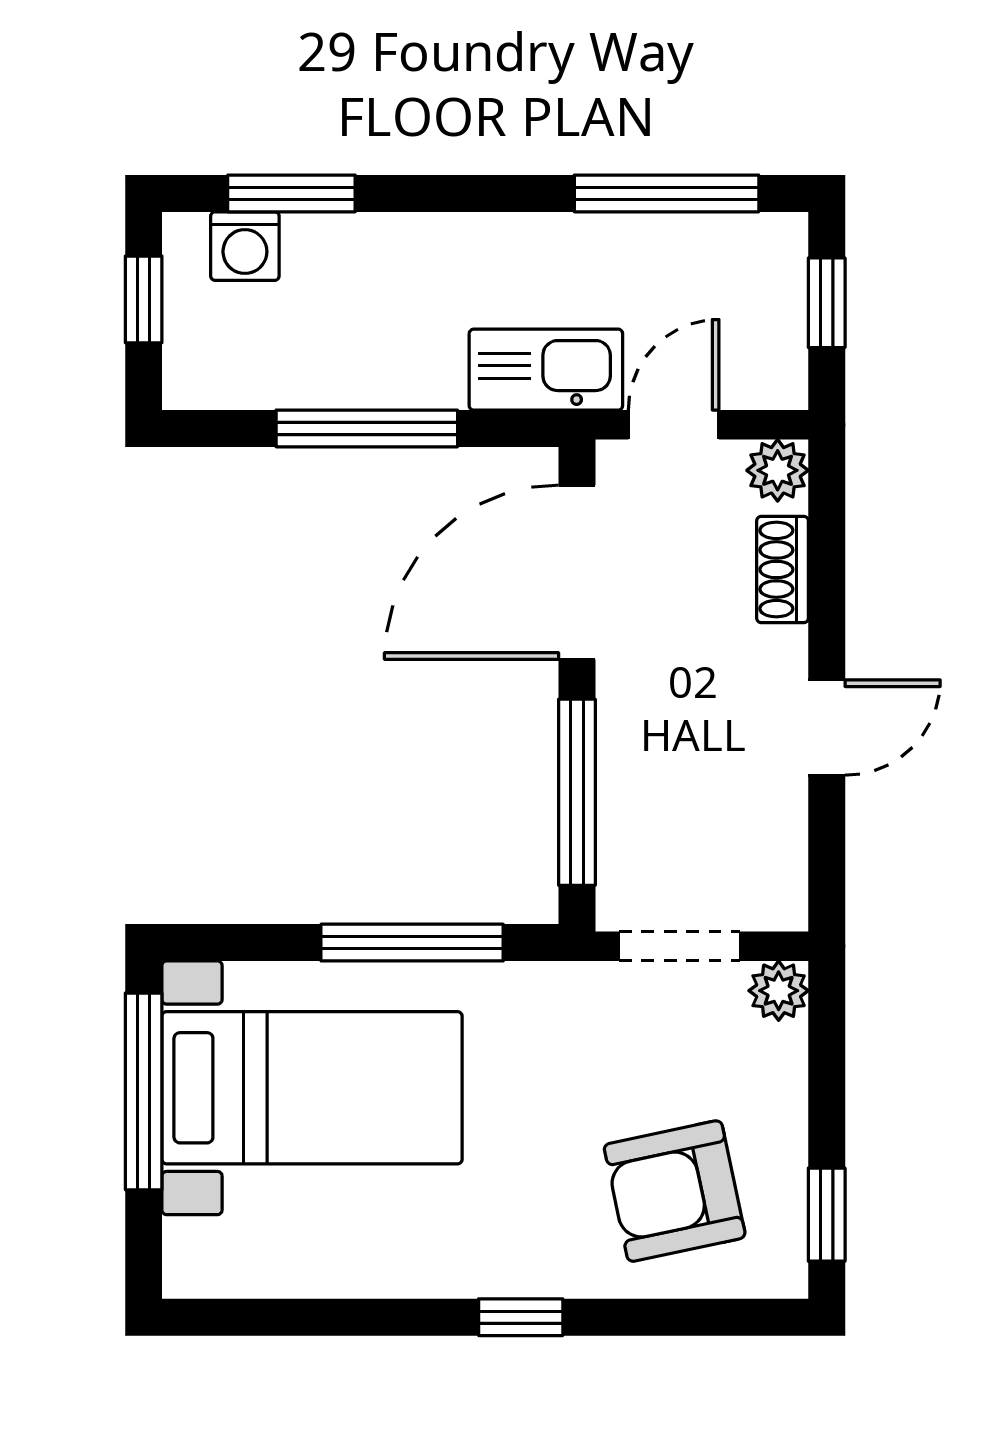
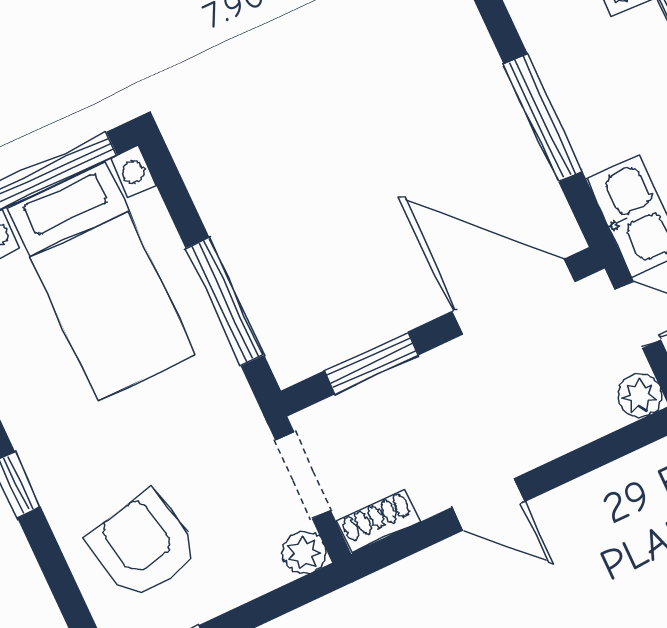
shoe rack: (783, 569) -> (378, 521), moved
window: (577, 792) -> (372, 363), width x0.69

